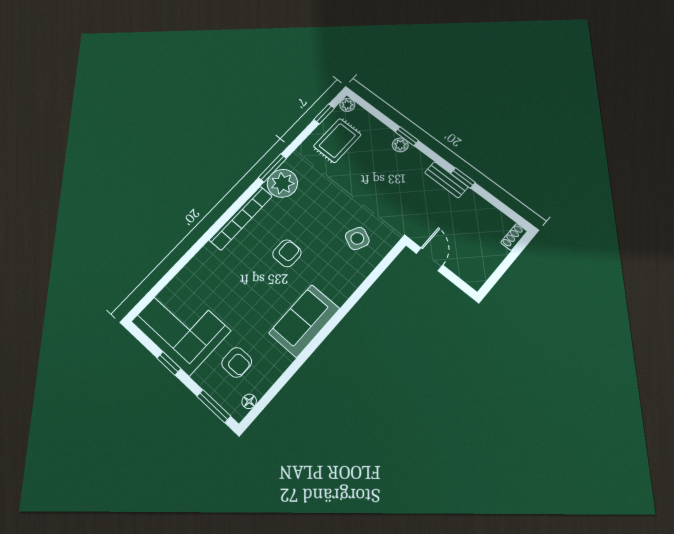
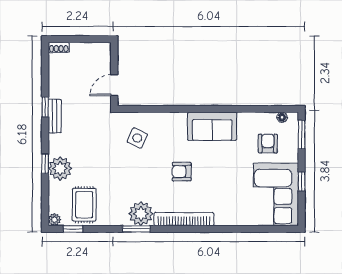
rug: (337, 140) -> (84, 205), turned 90
plant: (400, 145) -> (60, 169), width x1.88, depth x1.88

